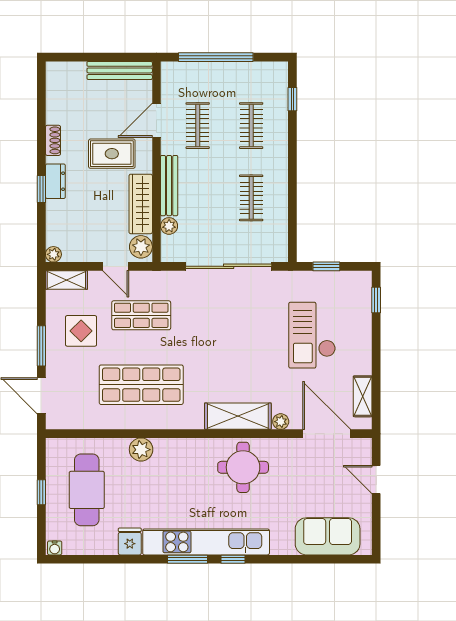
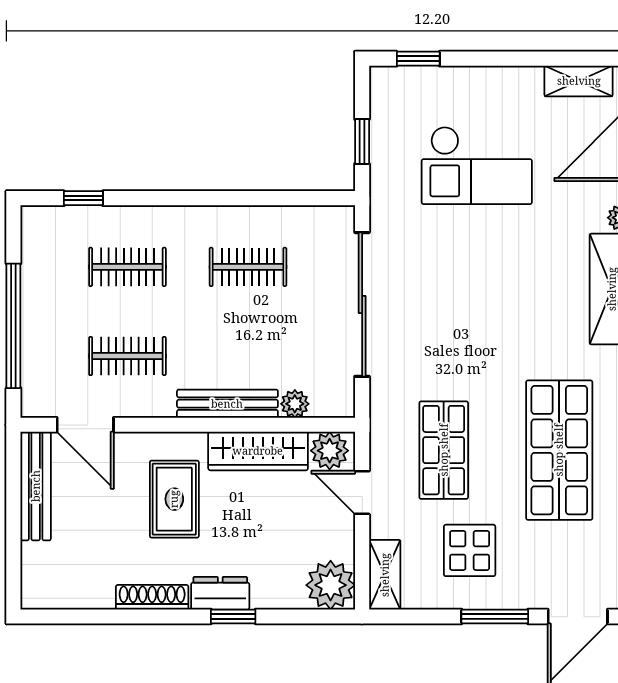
door: (156, 120) -> (85, 425), moved
shoe rack: (53, 140) -> (152, 597), width x1.43
plant: (53, 254) -> (331, 585), width x1.87, depth x1.87
door: (116, 266) -> (362, 493), swing flipped

